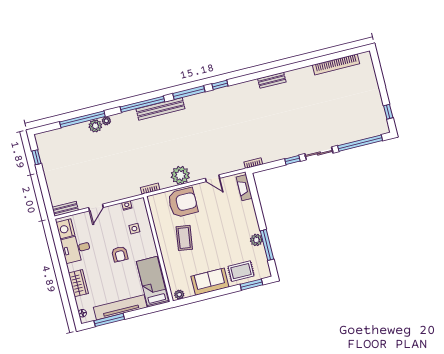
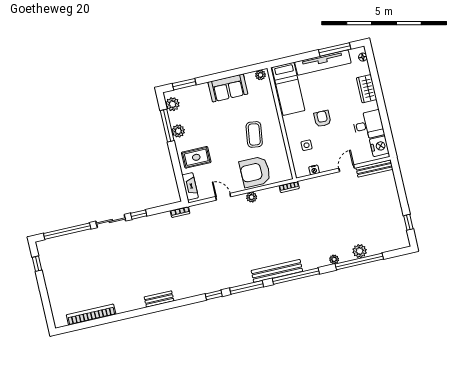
plant: (95, 126) -> (360, 251), moved
plant: (180, 175) -> (252, 197), width x0.53, depth x0.53
bench: (65, 209) -> (374, 169), width x1.36
plant: (262, 265) -> (172, 104), added
rug: (241, 271) -> (196, 157), moved

